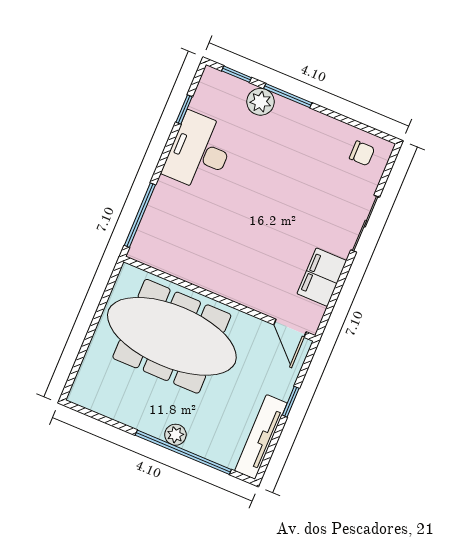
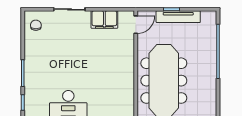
plant: (260, 102) -> (31, 85), removed
plant: (175, 435) -> (211, 59), removed
tv unit: (261, 437) -> (178, 17), moved

